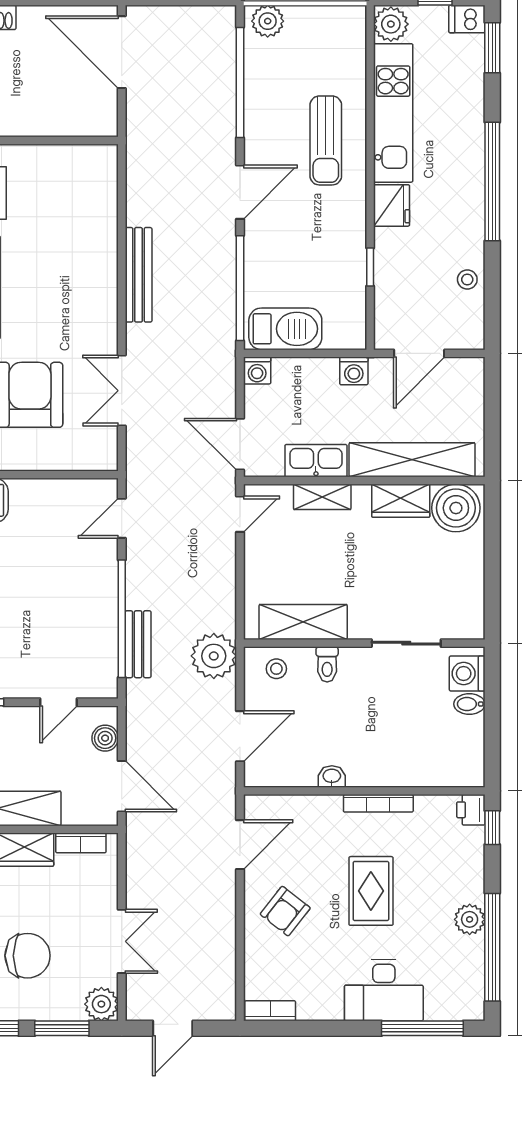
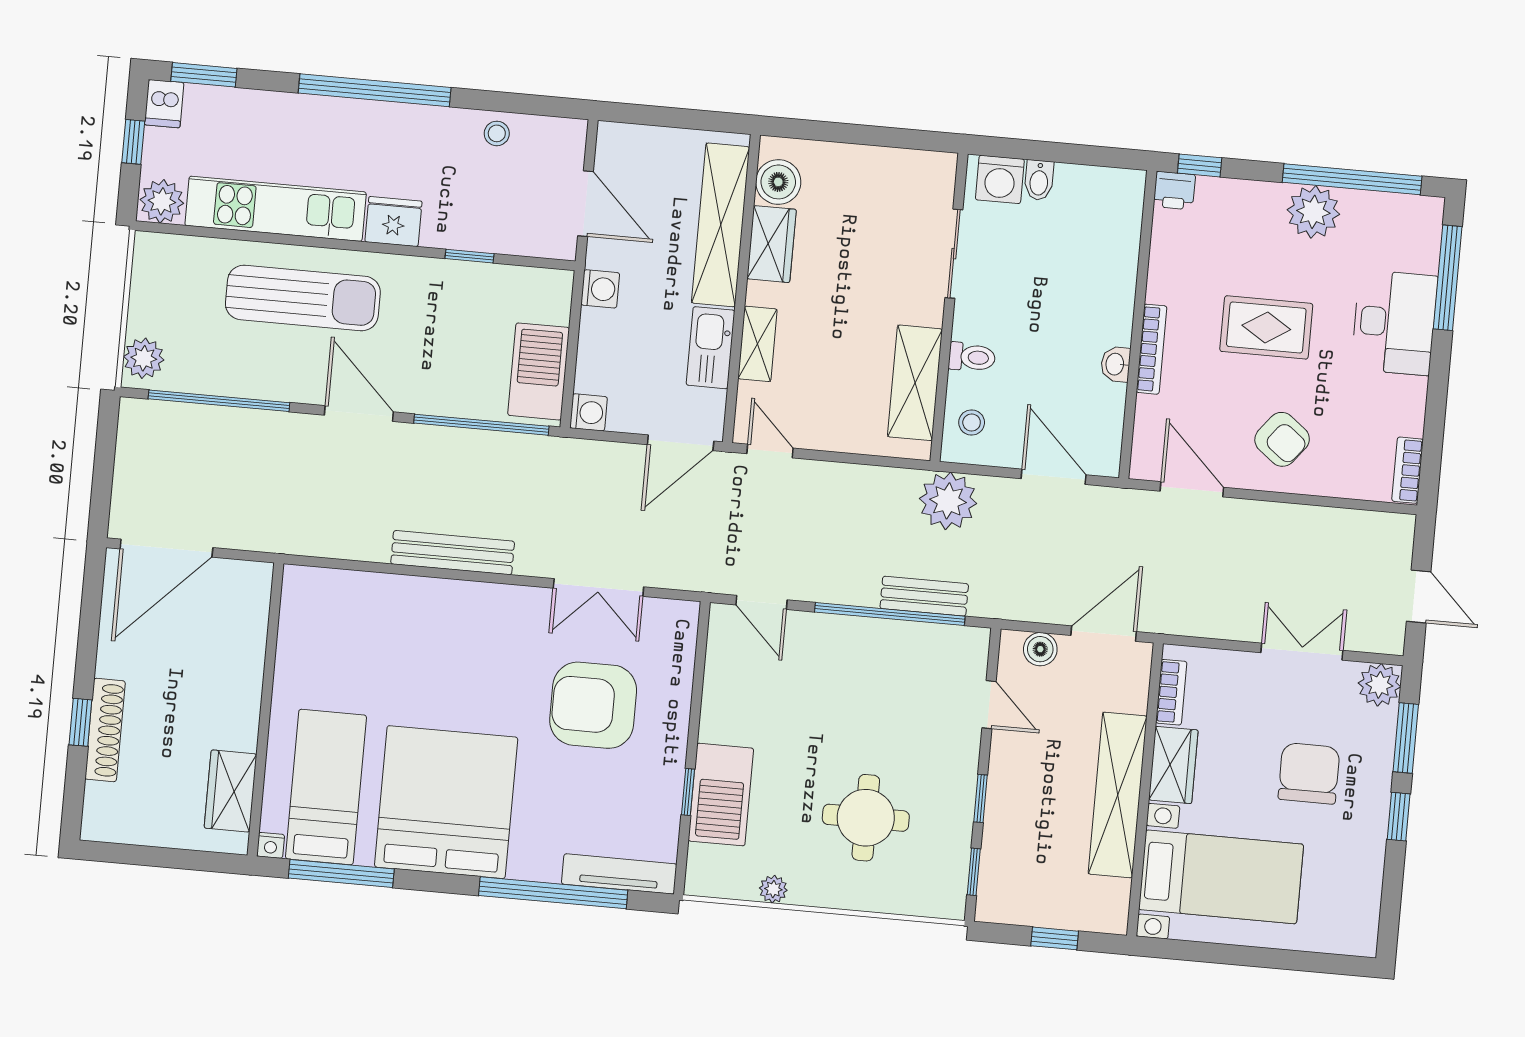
sun lounger: (326, 140) -> (303, 298), width x1.36, depth x1.34
boiler: (456, 508) -> (778, 182), width x0.73, depth x0.73
bookcase: (378, 803) -> (1152, 349), moved
plant: (470, 919) -> (1313, 212), width x1.36, depth x1.36

